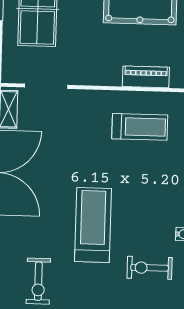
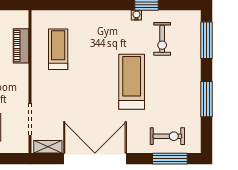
treadmill: (93, 225) -> (132, 82), turned 90
exercise bike: (38, 281) -> (167, 136), moved

